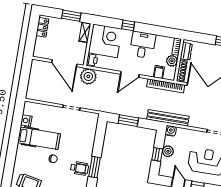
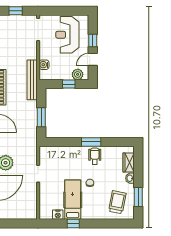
water cooler: (171, 131) -> (44, 65), moved
window: (15, 135) -> (73, 224), added
plant: (168, 151) -> (78, 74), moved

